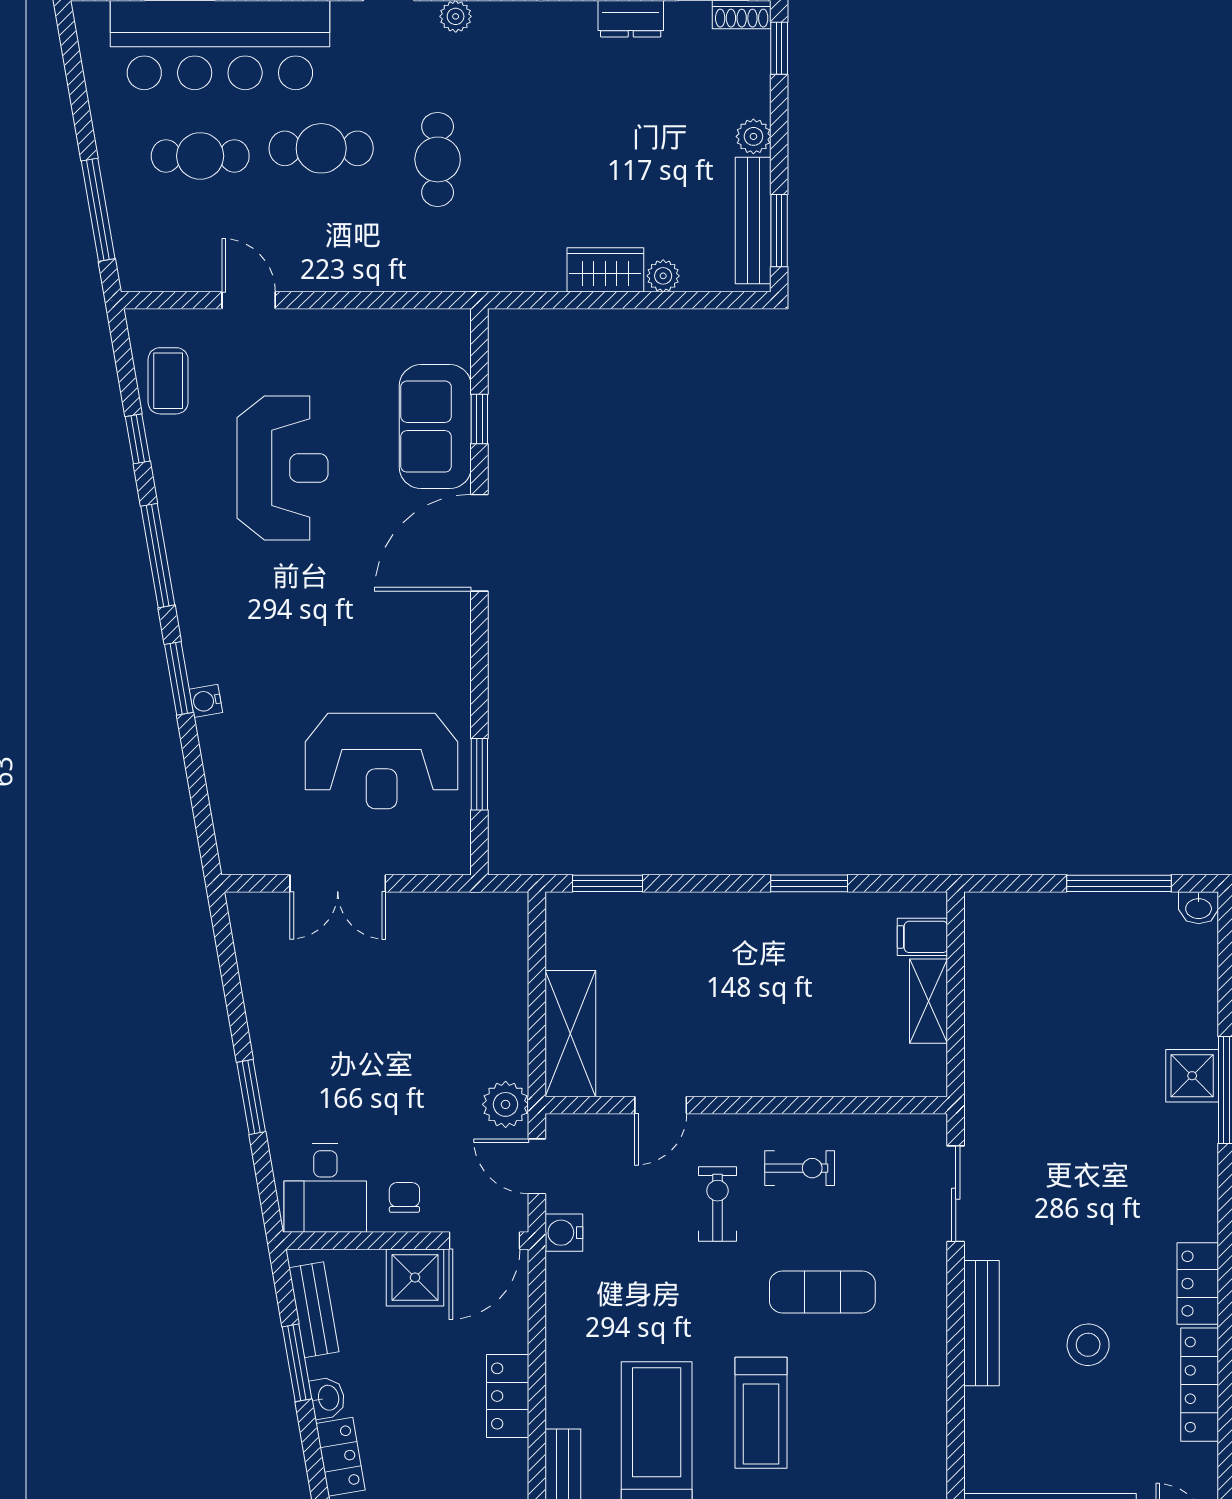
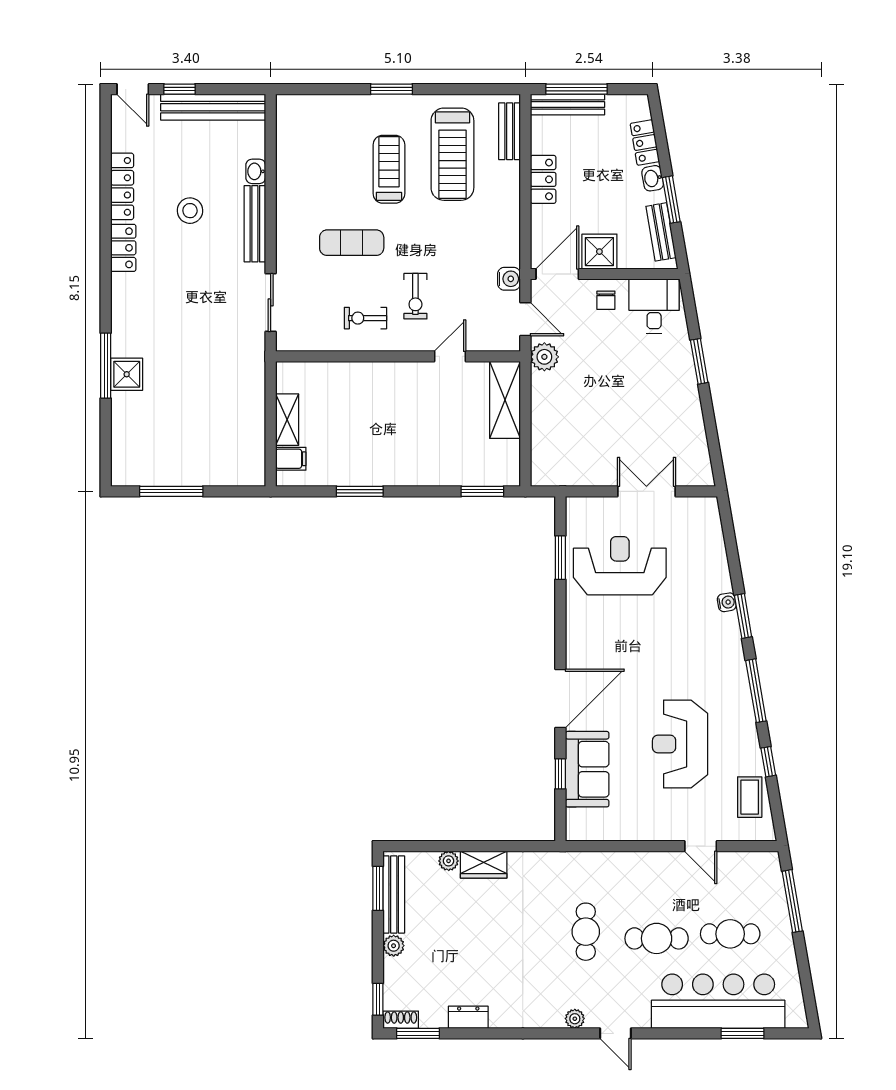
washbasin: (1199, 908) -> (256, 171), moved, turned -90

